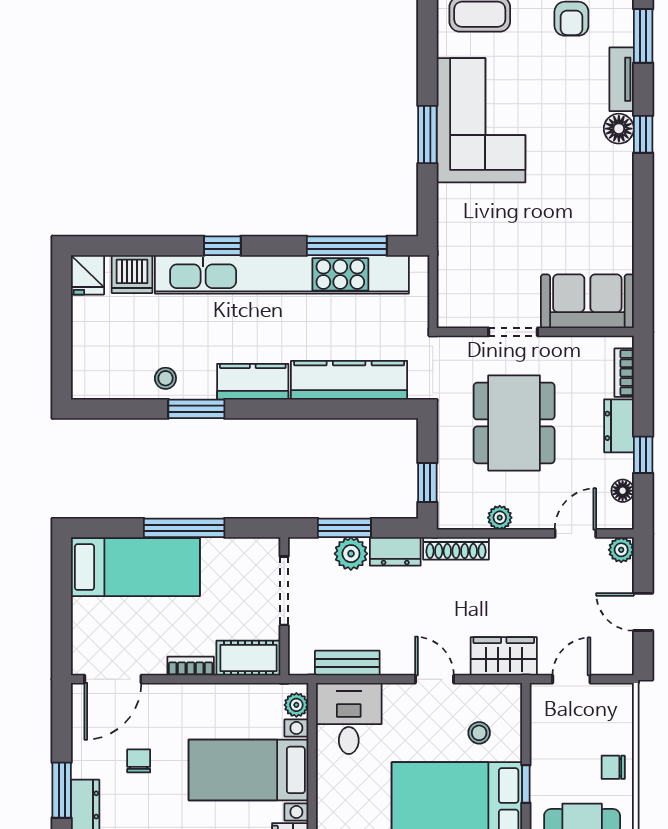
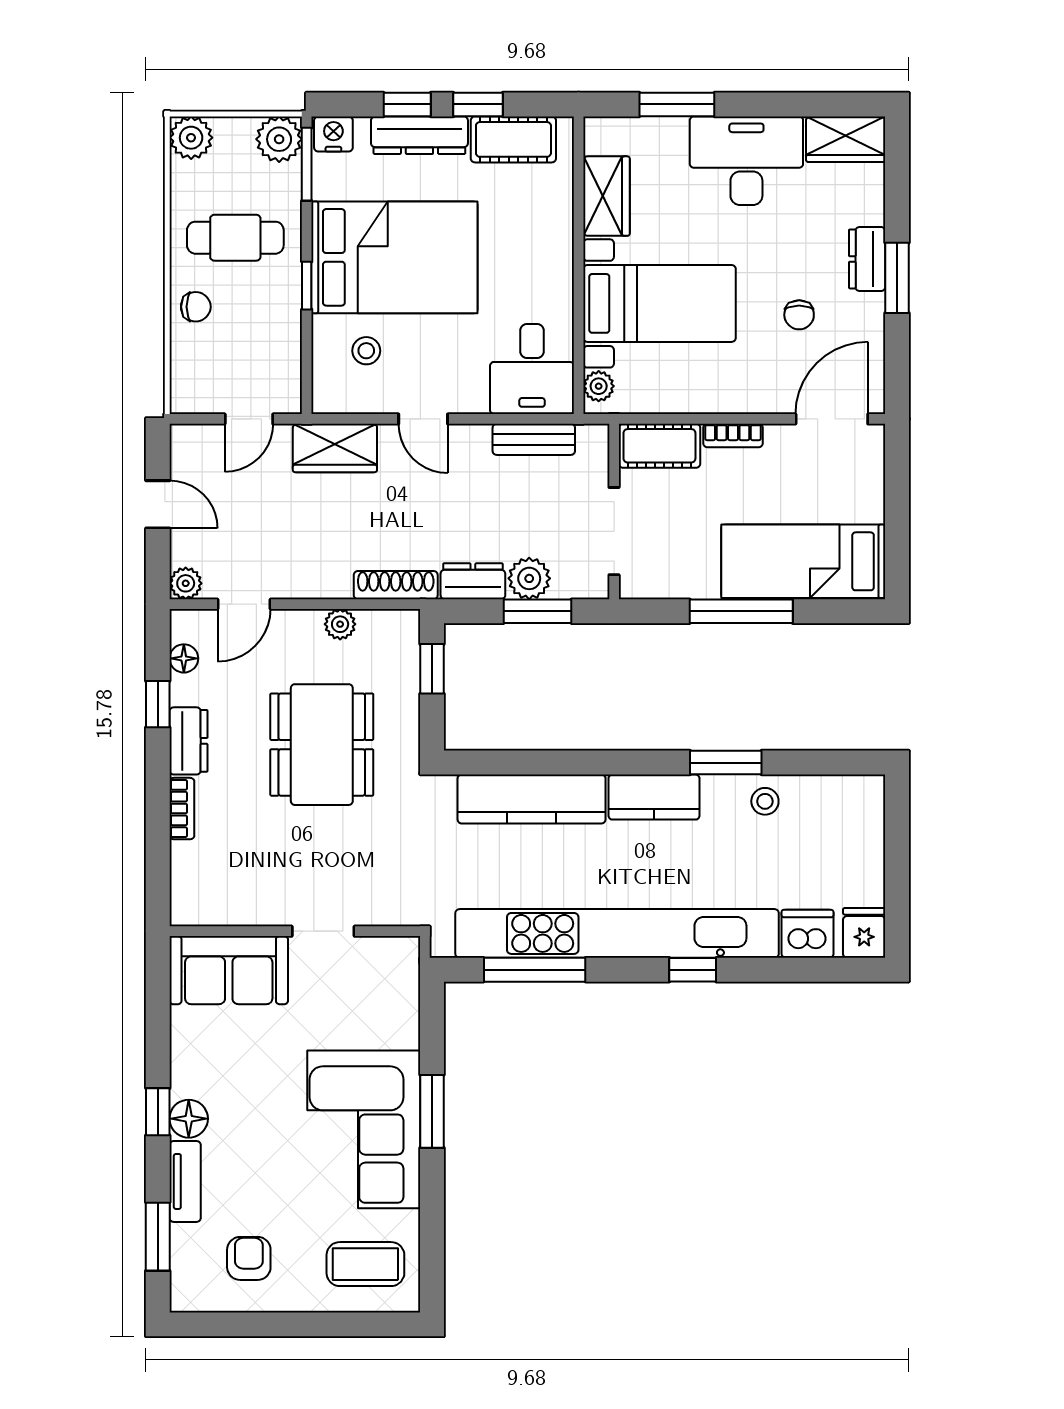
sofa: (587, 301) -> (229, 970), moved
doorway: (513, 332) -> (323, 931), moved
wall: (535, 332) -> (295, 931), moved

